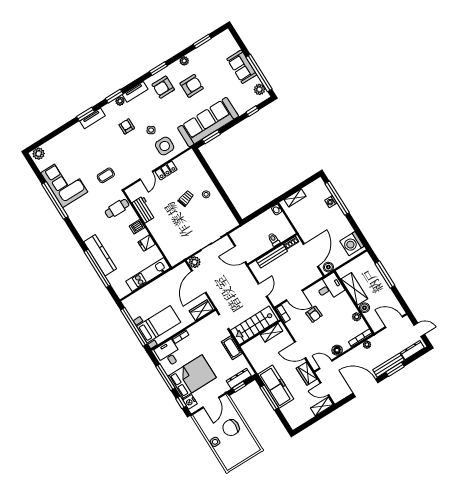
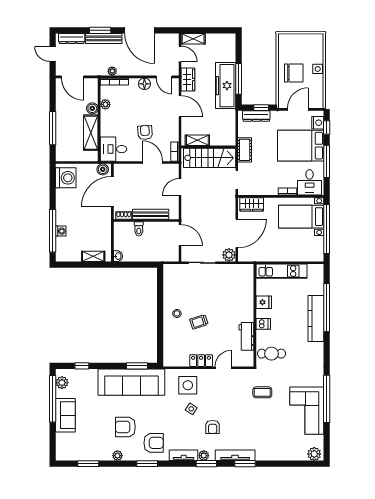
tv unit: (92, 118) -> (235, 455), width x1.41

